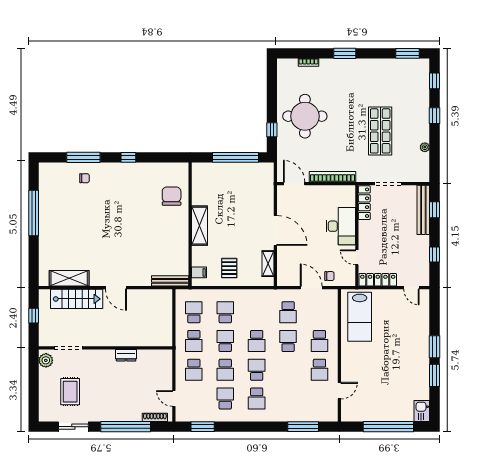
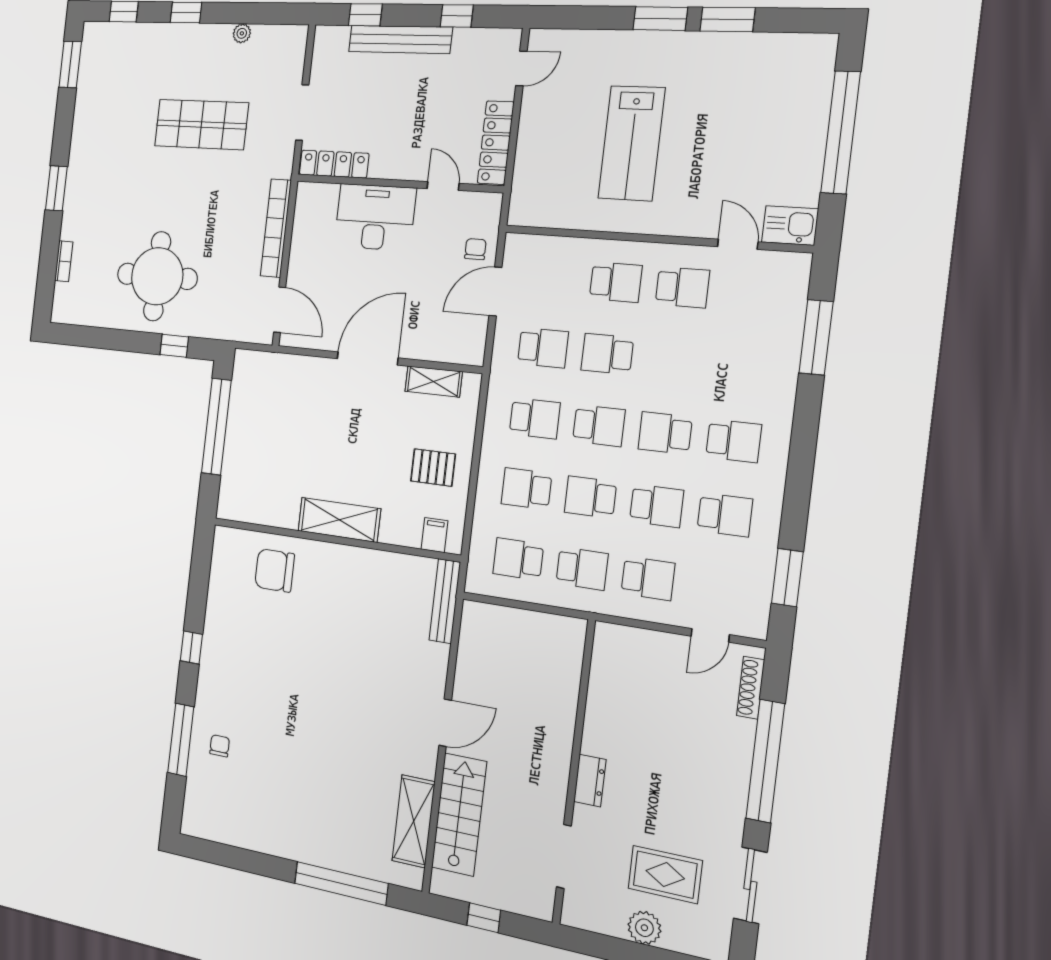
door: (294, 184) -> (280, 310), swing flipped
bench: (423, 210) -> (400, 39), moved
window: (34, 213) -> (341, 883), moved
door: (357, 257) -> (443, 186), swing flipped
school desk: (257, 312) -> (535, 418), added
lab bench: (360, 317) -> (632, 143), moved, turned 90
dresser: (126, 355) -> (590, 780), moved
plant: (46, 360) -> (644, 928), moved
school desk: (225, 399) -> (725, 515), turned 180
kitchen sink: (422, 411) -> (790, 226), moved, turned 180

